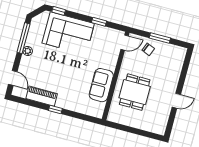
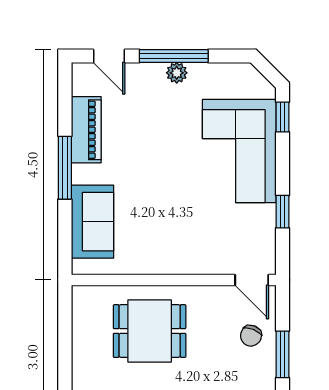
window: (23, 38) -> (174, 56), moved
door: (13, 78) -> (109, 56), hinge flipped
sofa: (101, 85) -> (92, 222), moved, turned 90
window: (55, 110) -> (65, 168), width x2.17

